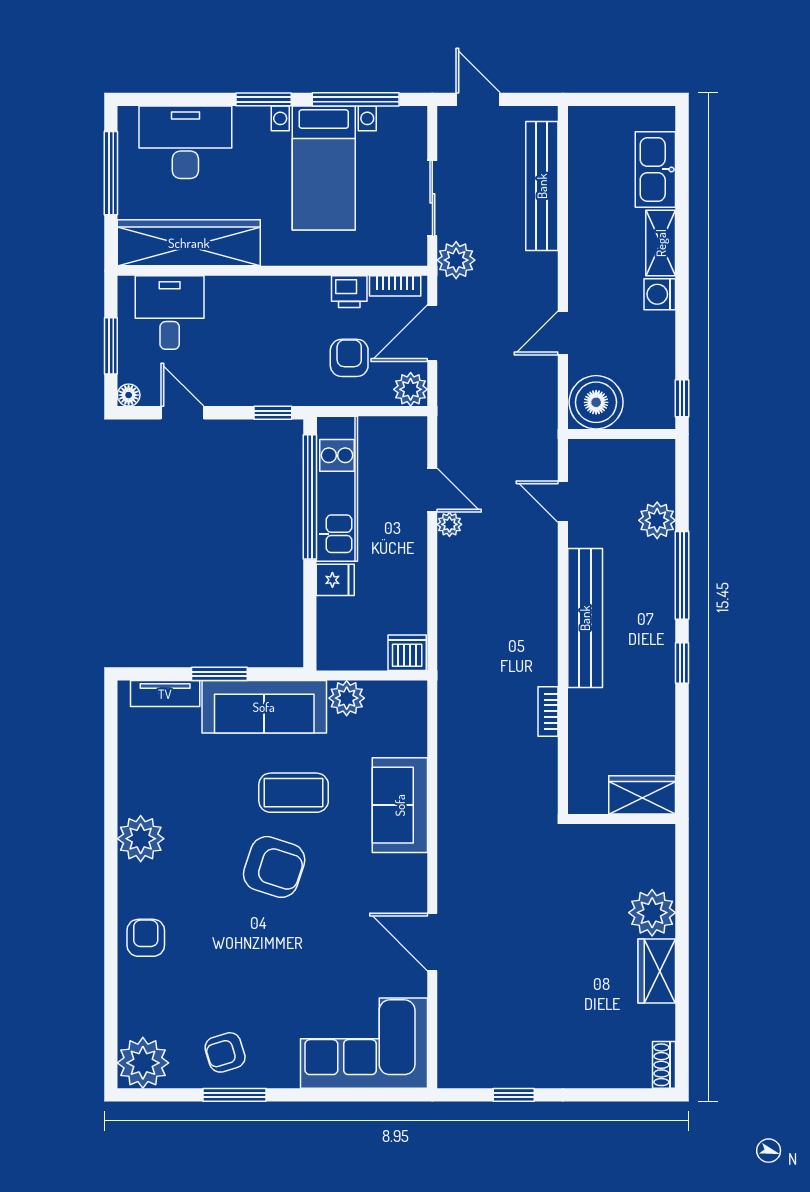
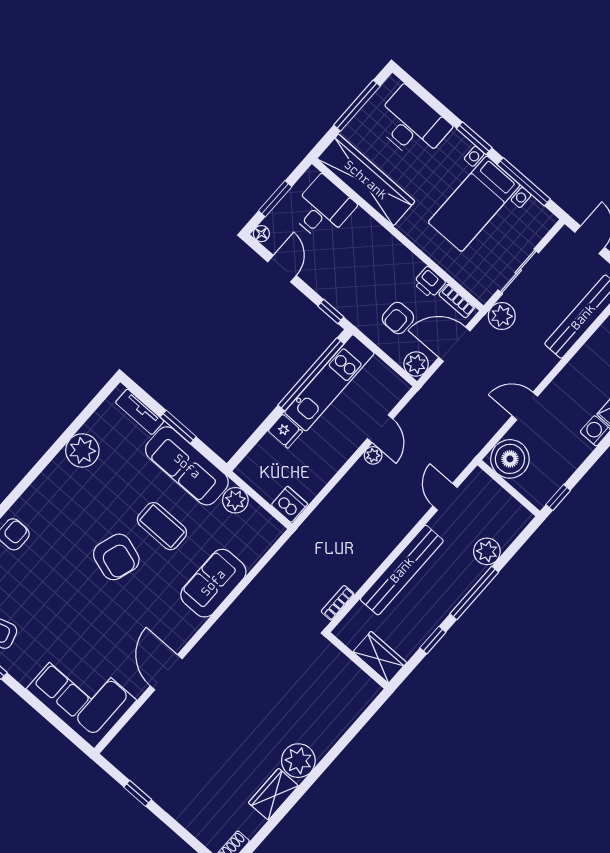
armchair: (349, 358) -> (398, 318), turned 180
wardrobe: (642, 795) -> (380, 657), moved
wall: (622, 819) -> (357, 661), moved
plant: (141, 839) -> (82, 450), moved

